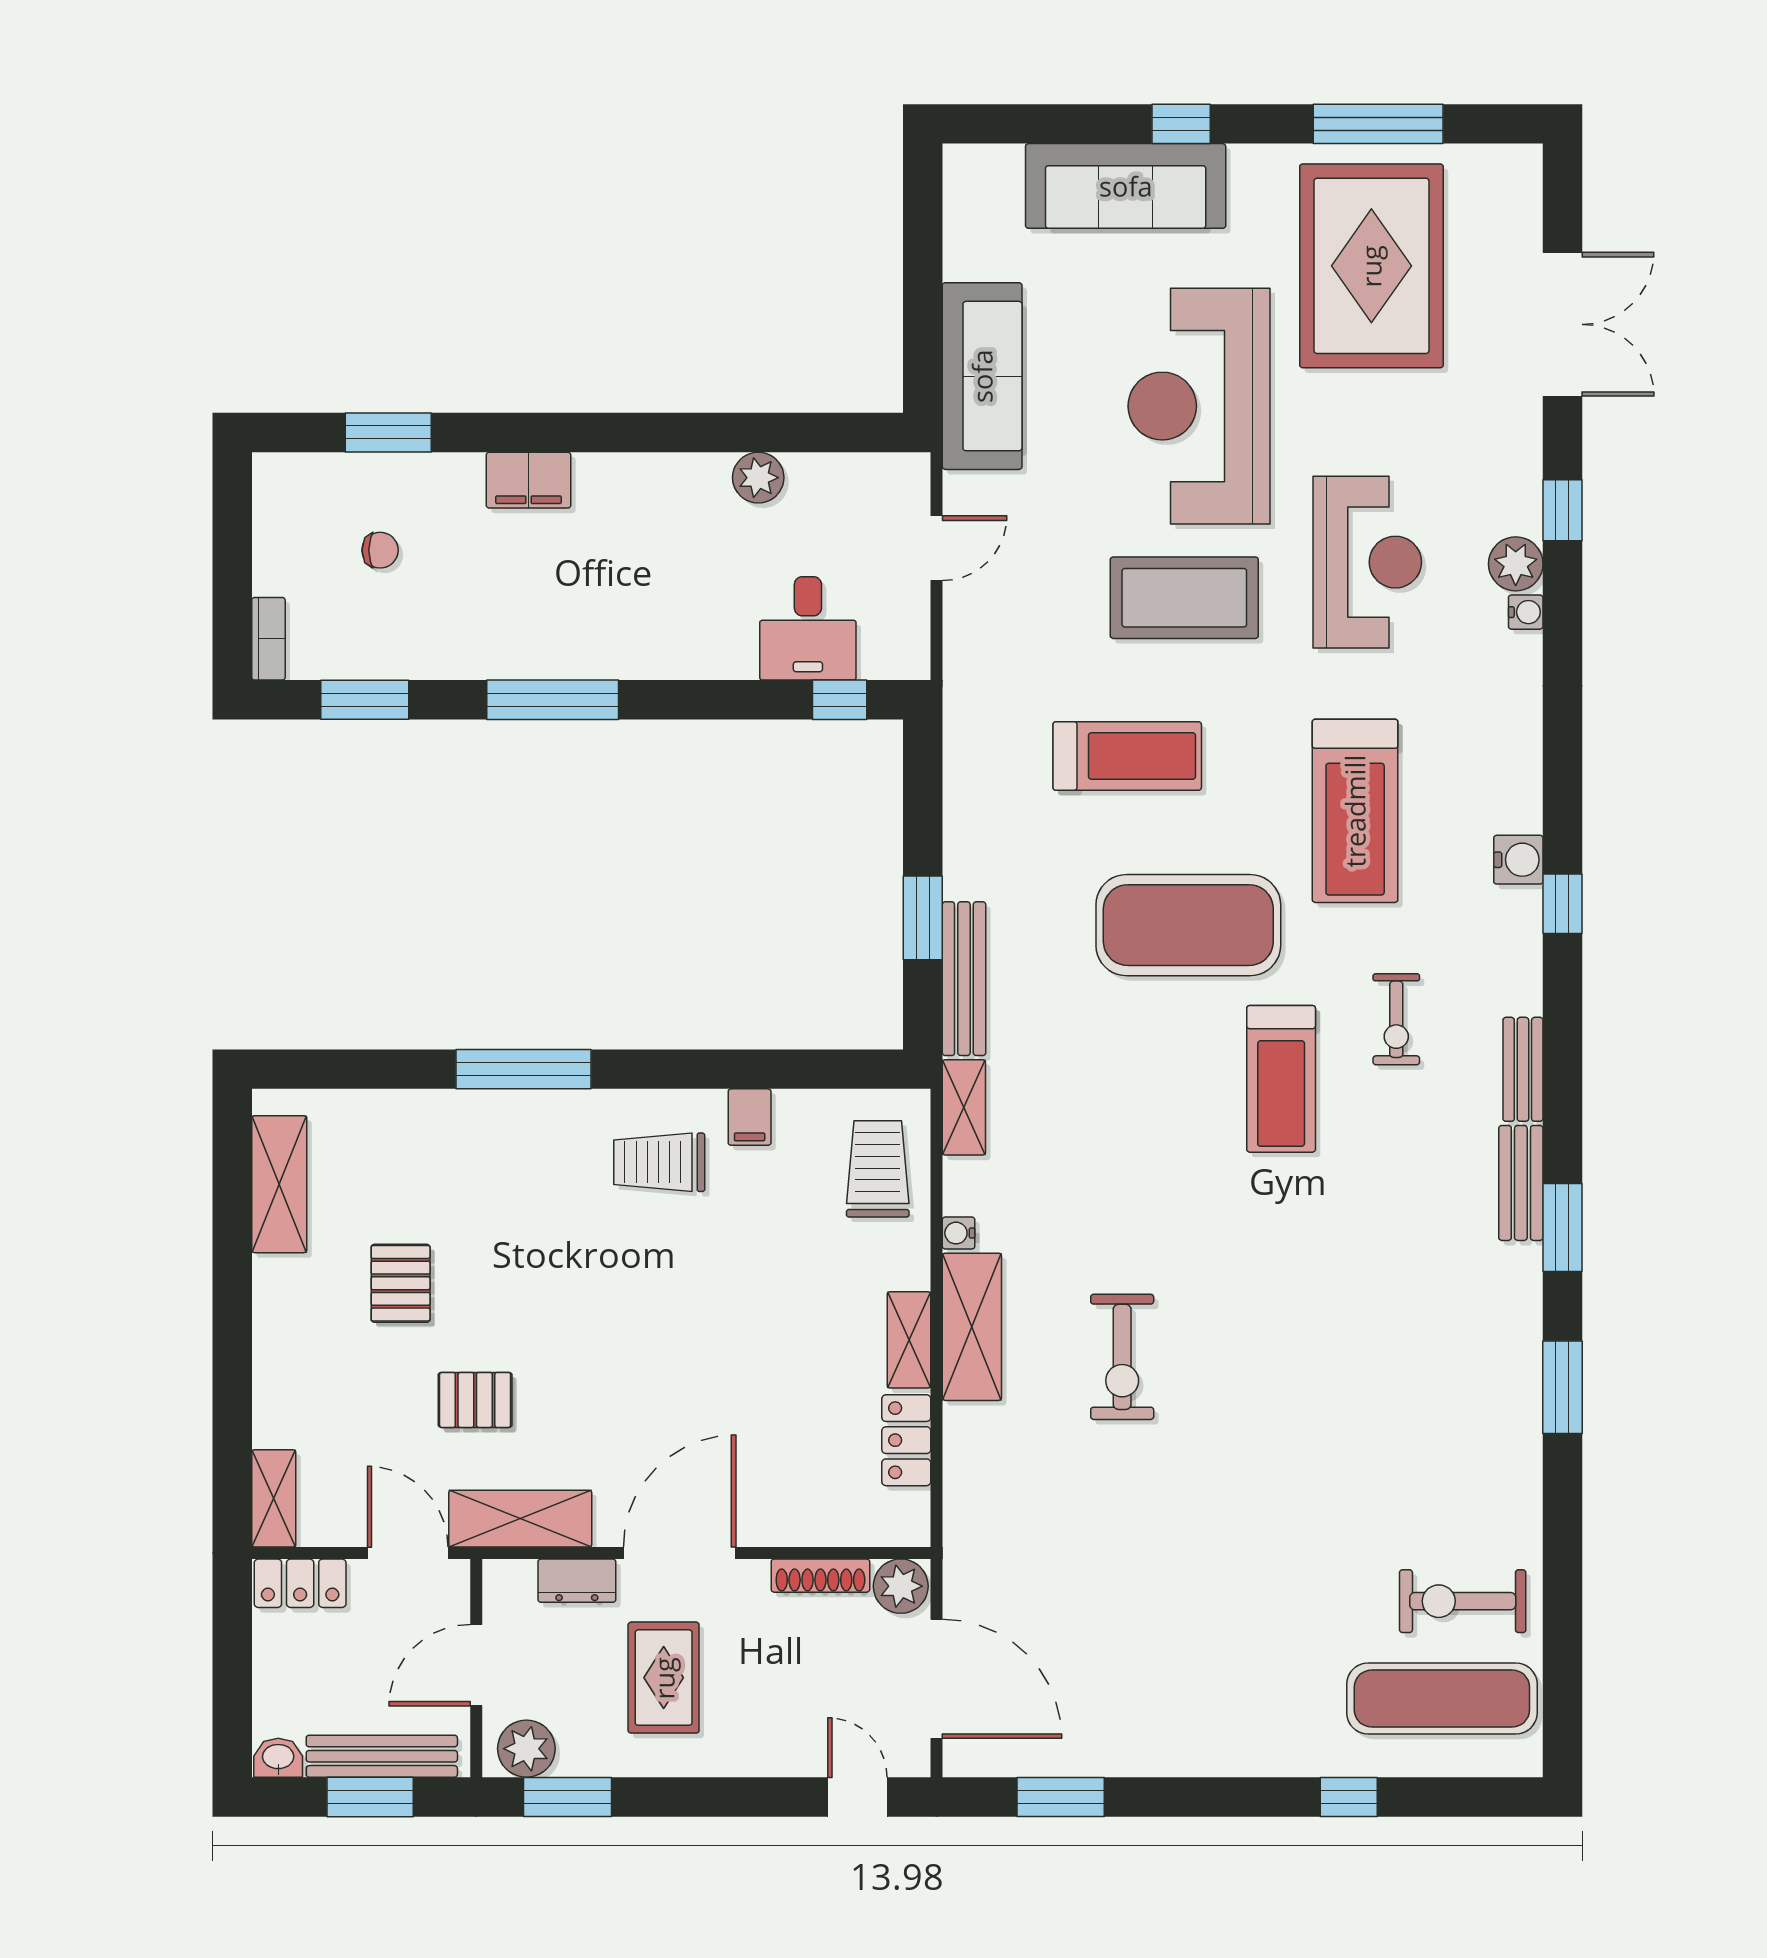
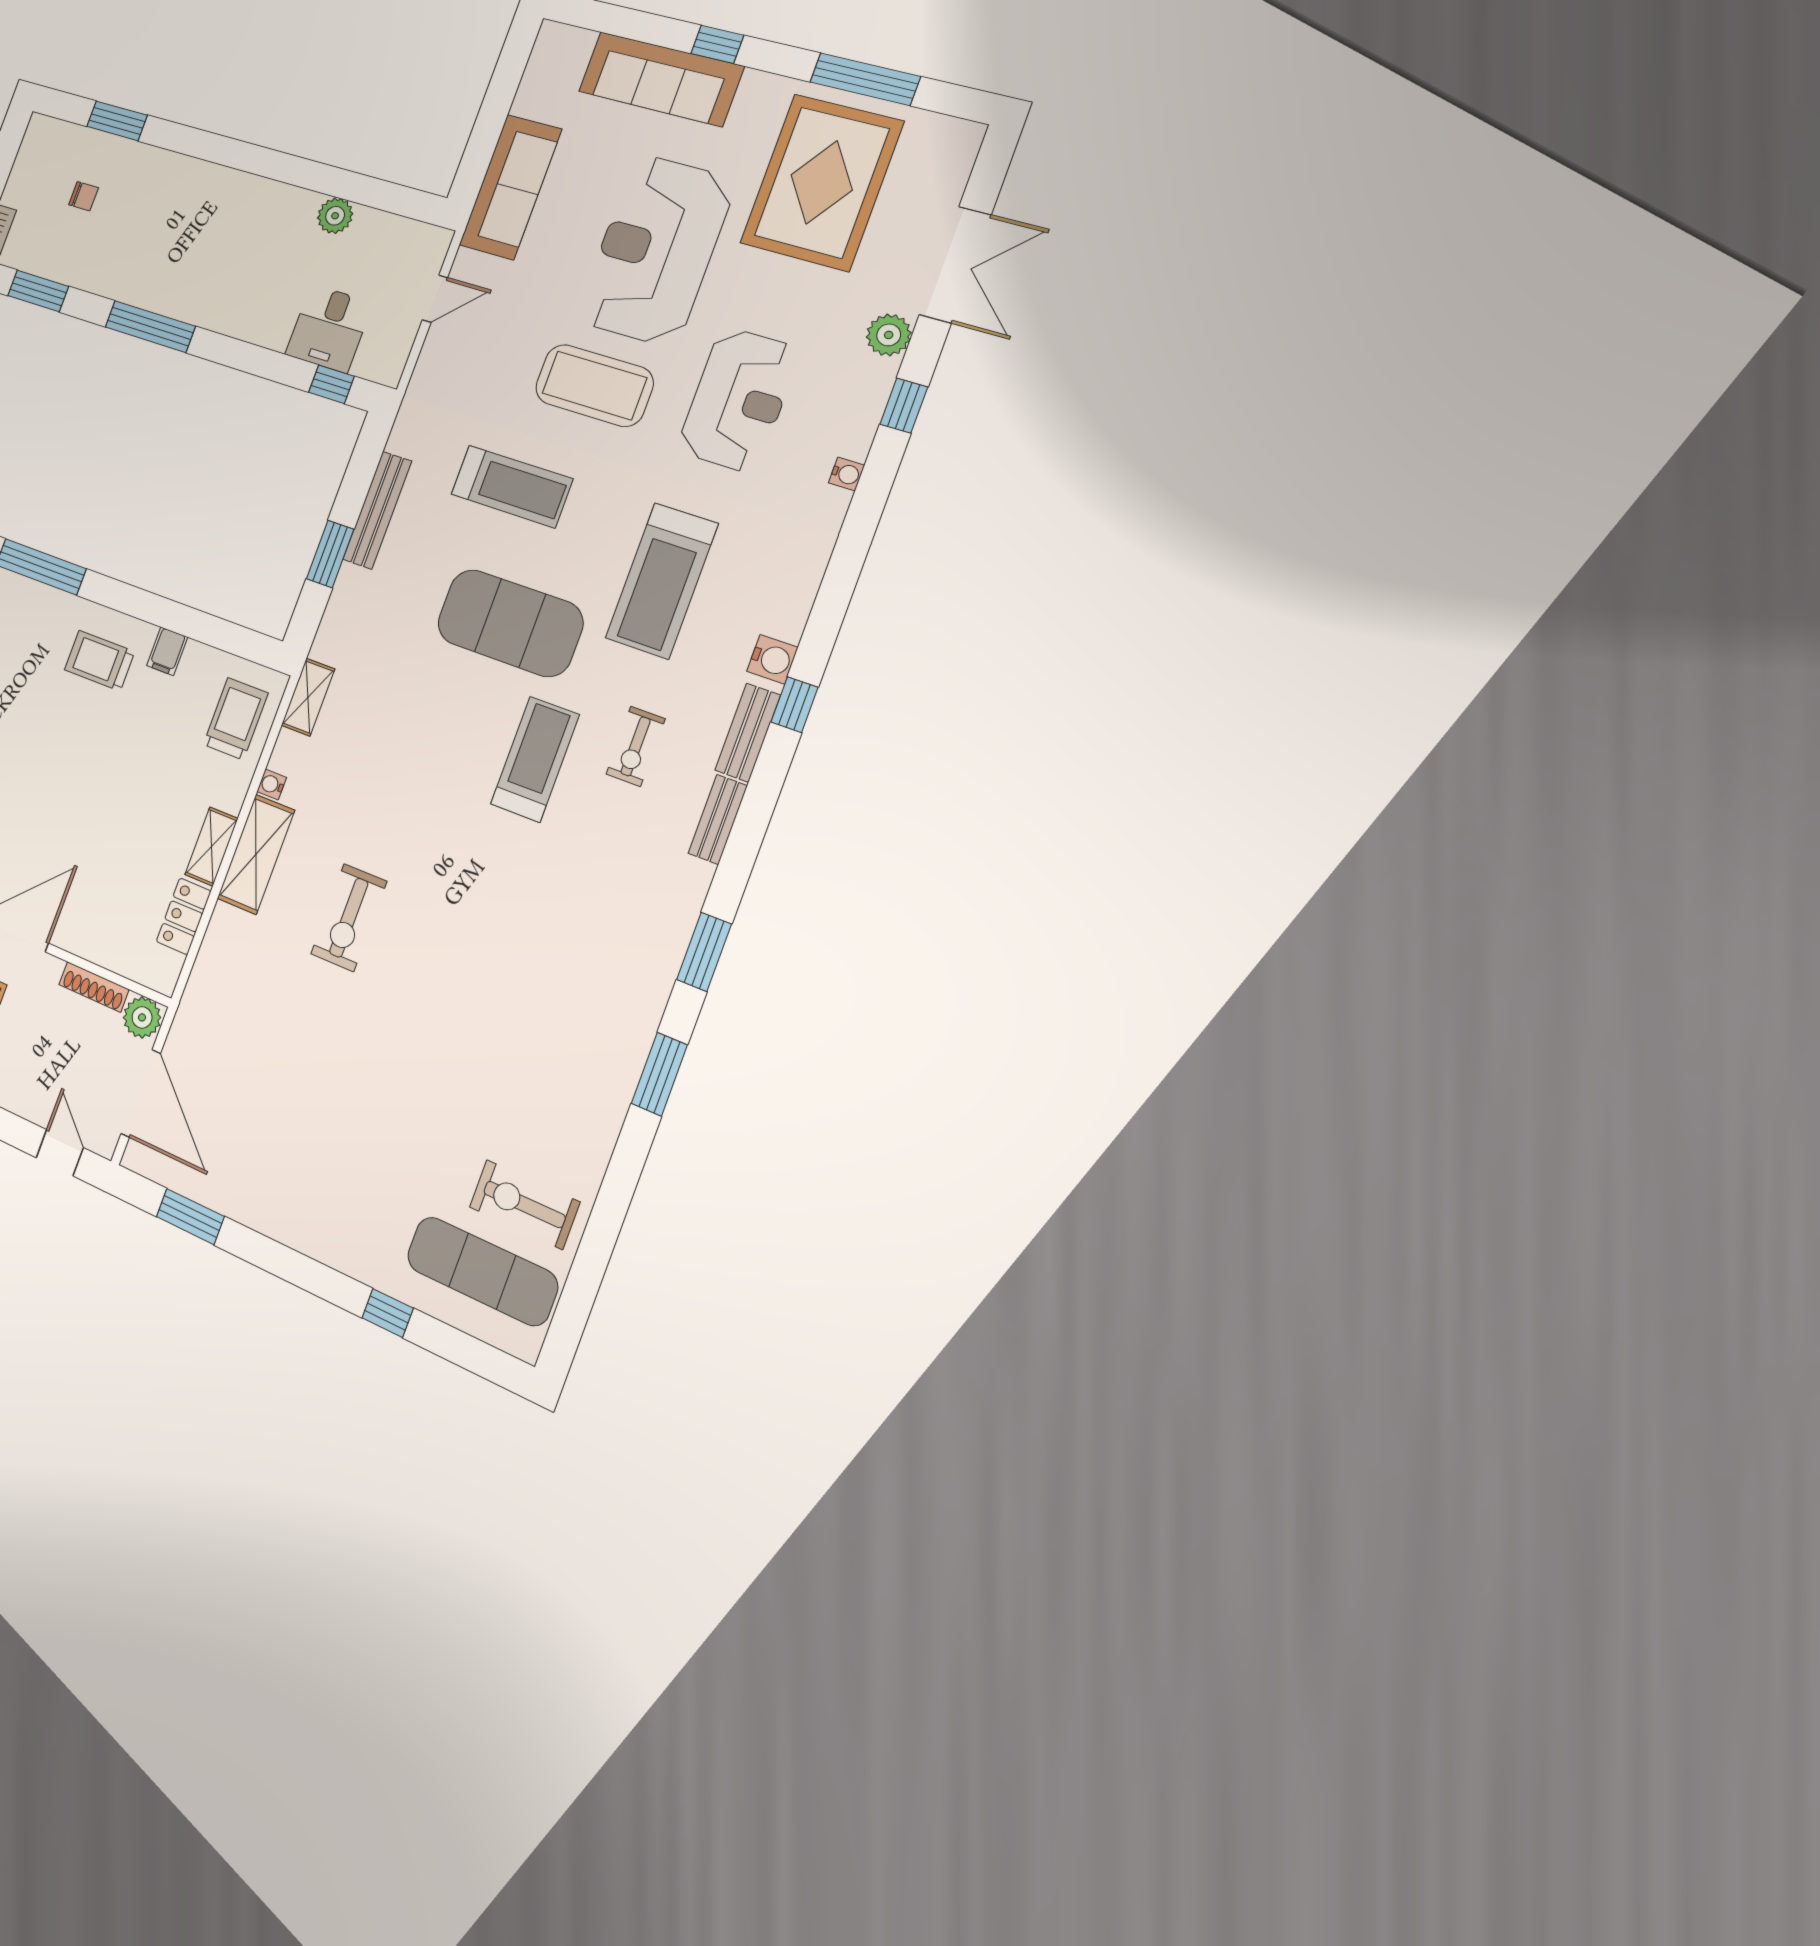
filing cabinet: (529, 480) -> (190, 176), removed
plant: (1516, 564) -> (889, 335), moved
bench: (964, 979) -> (377, 510), moved
treadmill: (1281, 1079) -> (535, 759), turned 180
bench: (1521, 1183) -> (748, 733), moved

